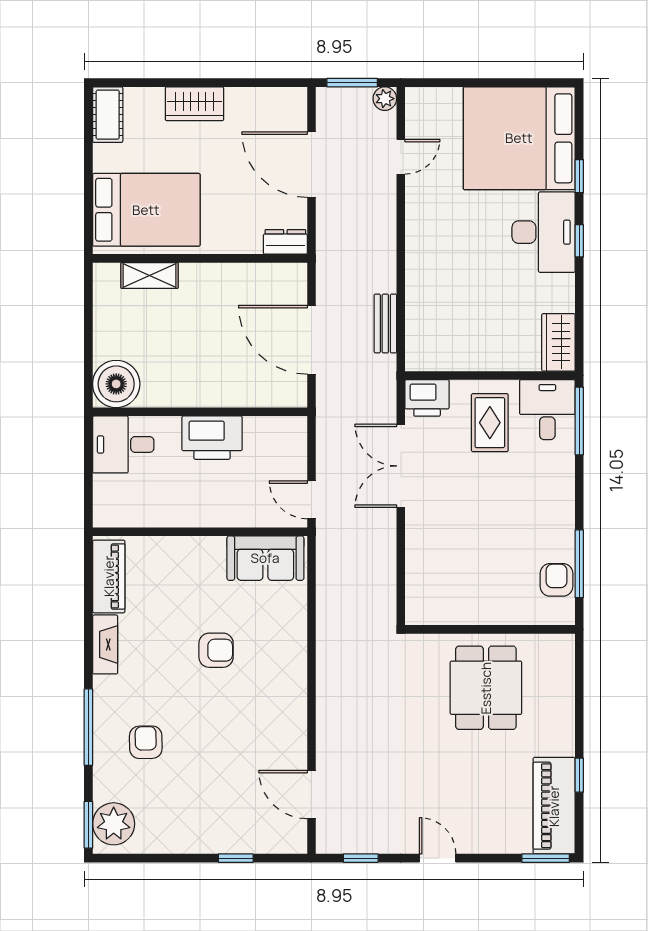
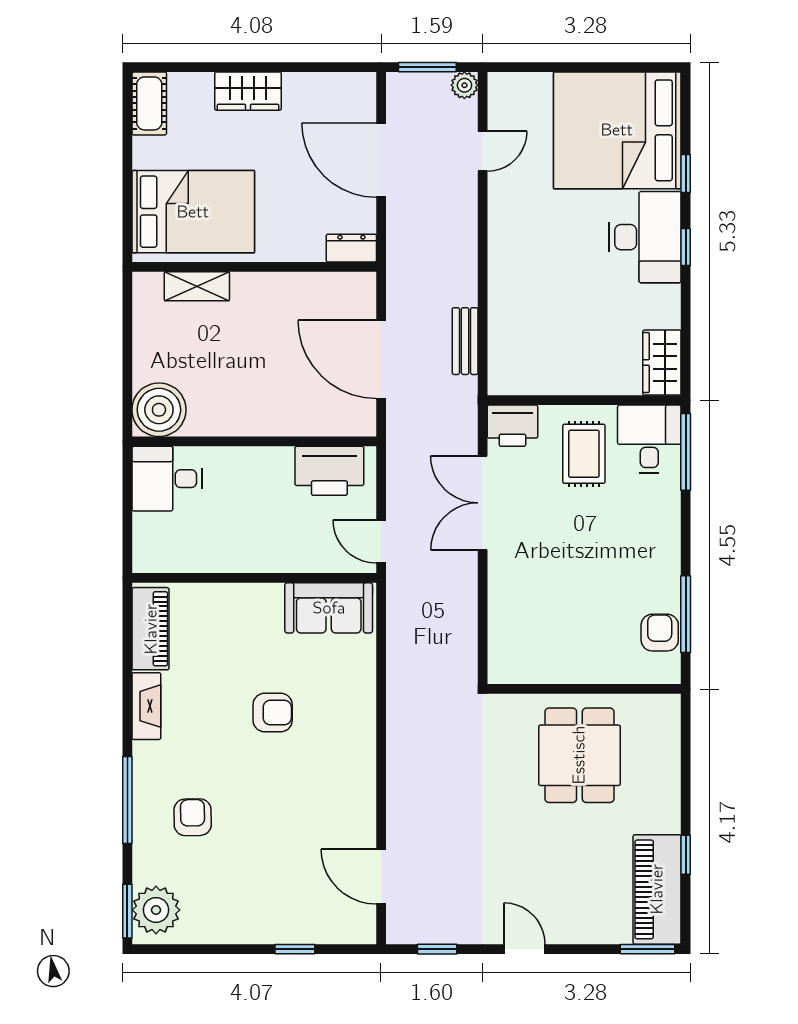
printer: (212, 438) -> (329, 471), moved

